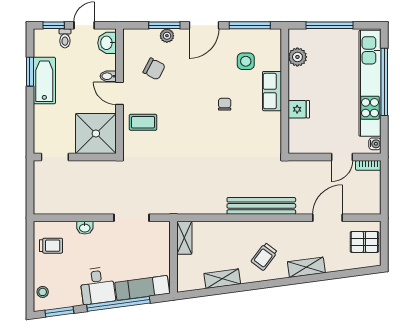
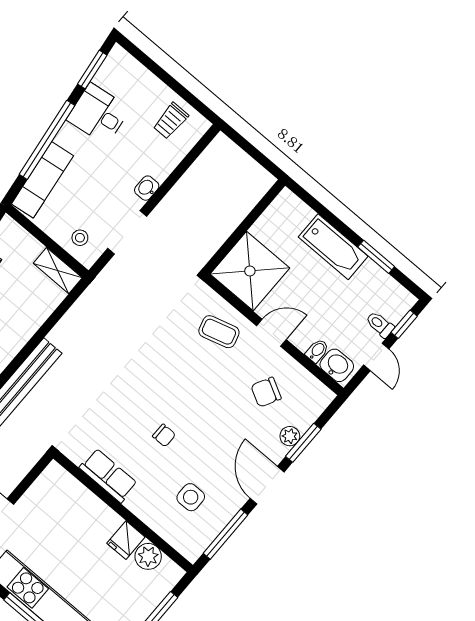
bidet: (108, 76) -> (317, 351), moved
bathtub: (44, 81) -> (333, 247), moved
row of seats: (272, 91) -> (108, 475), moved
fridge: (299, 109) -> (126, 540), moved
coffee table: (143, 122) -> (219, 332), turned 74
doorway: (55, 157) -> (262, 206), removed
washbasin: (85, 228) -> (147, 188), moved
desk: (97, 286) -> (99, 114), moved
stool: (43, 292) -> (80, 238), moved

